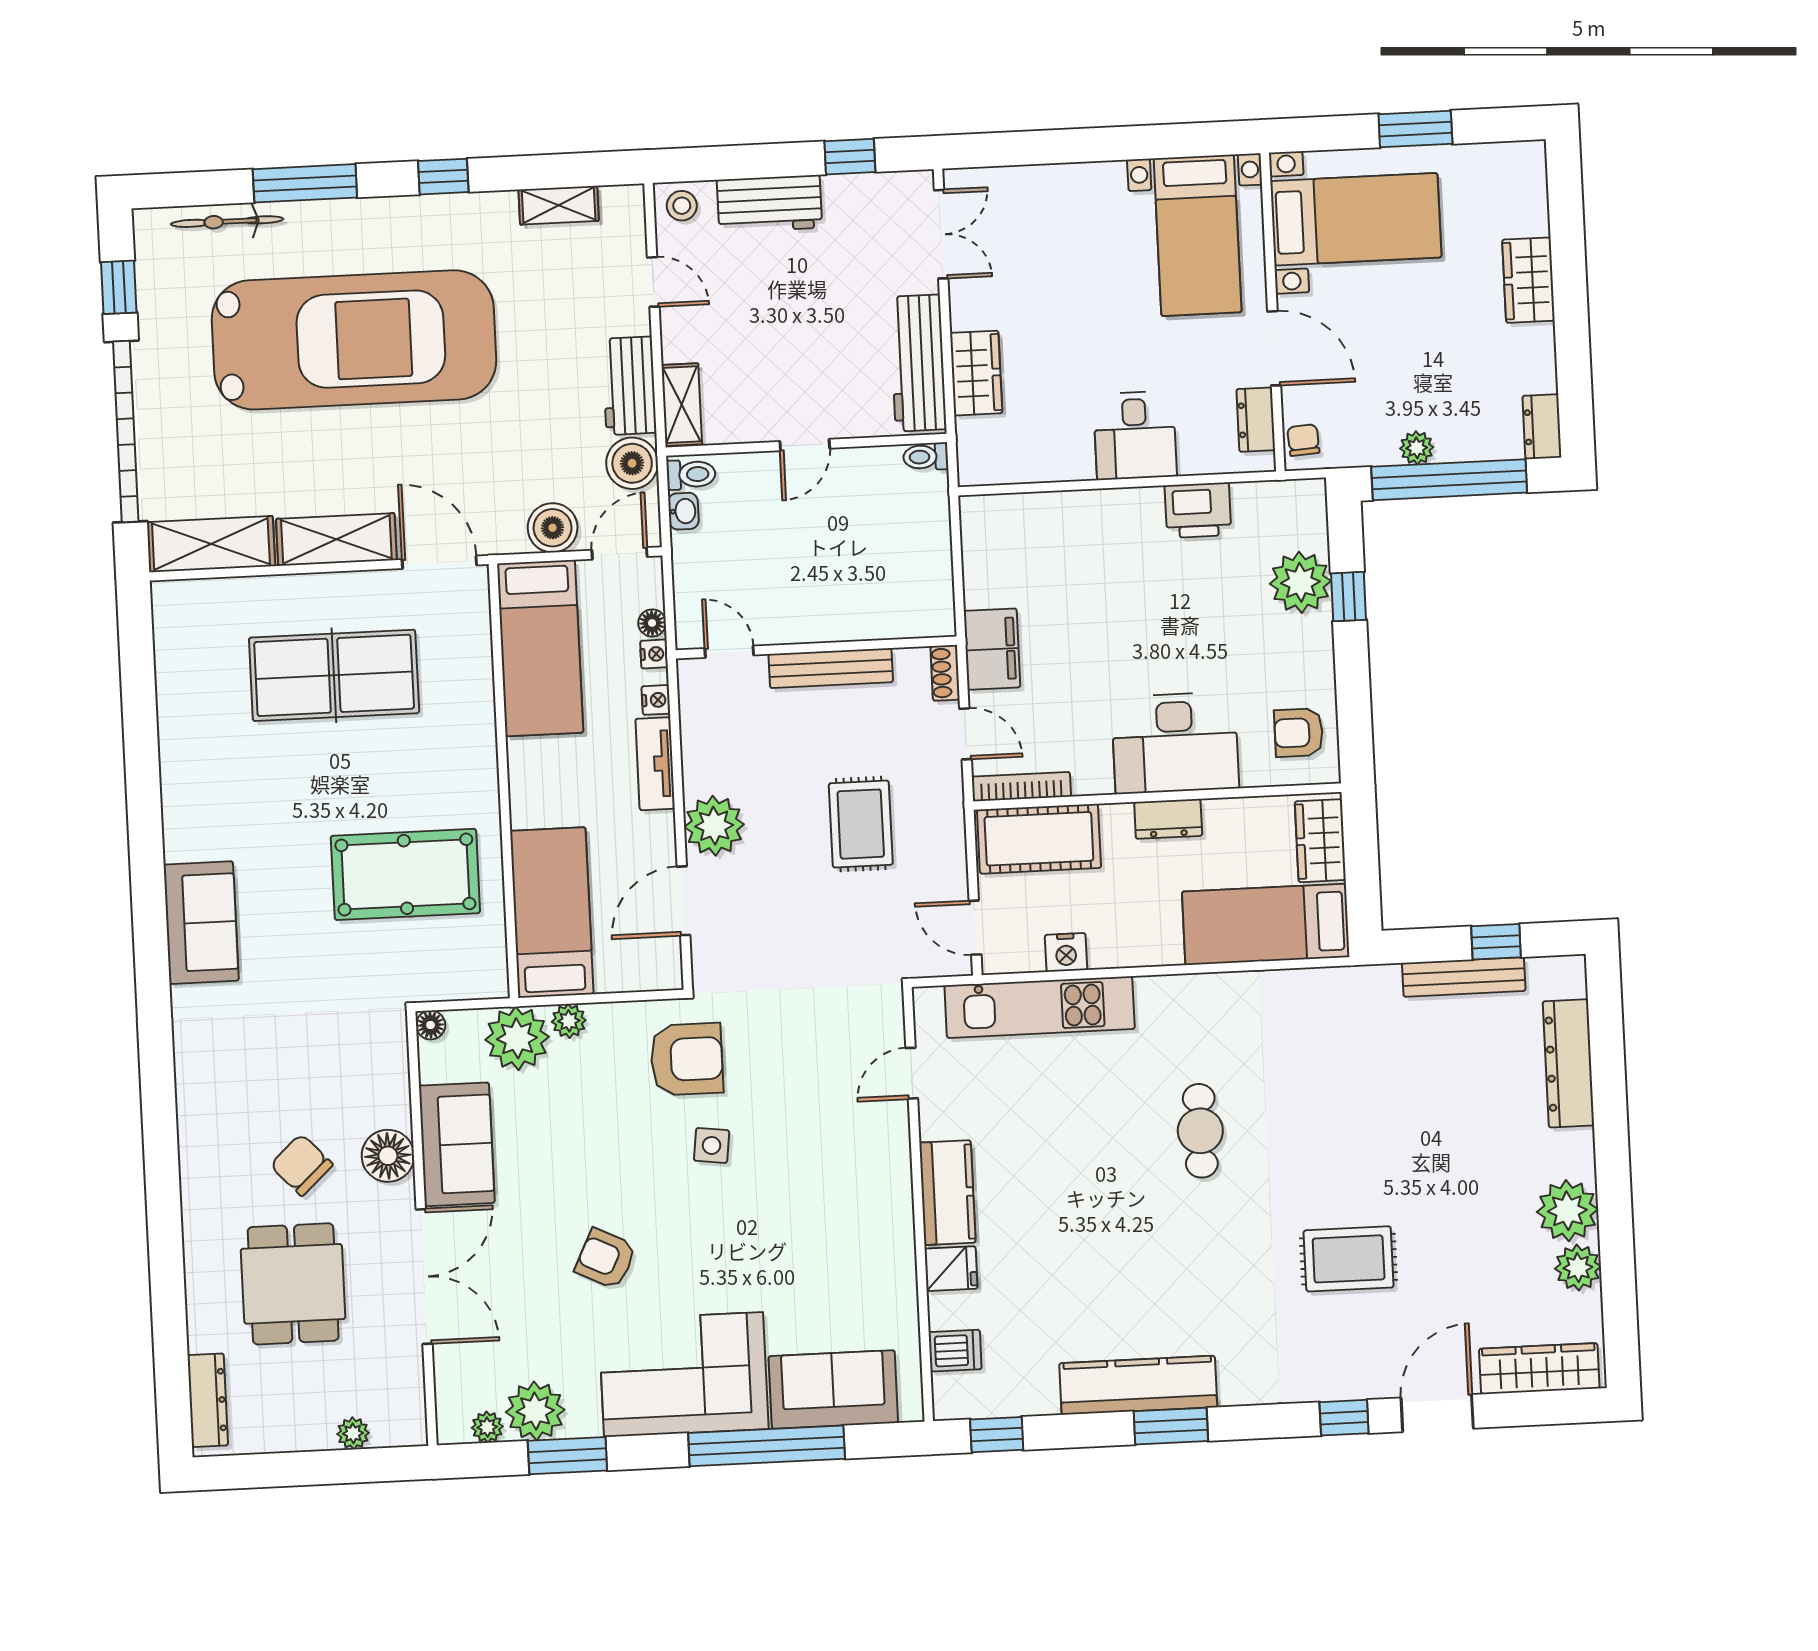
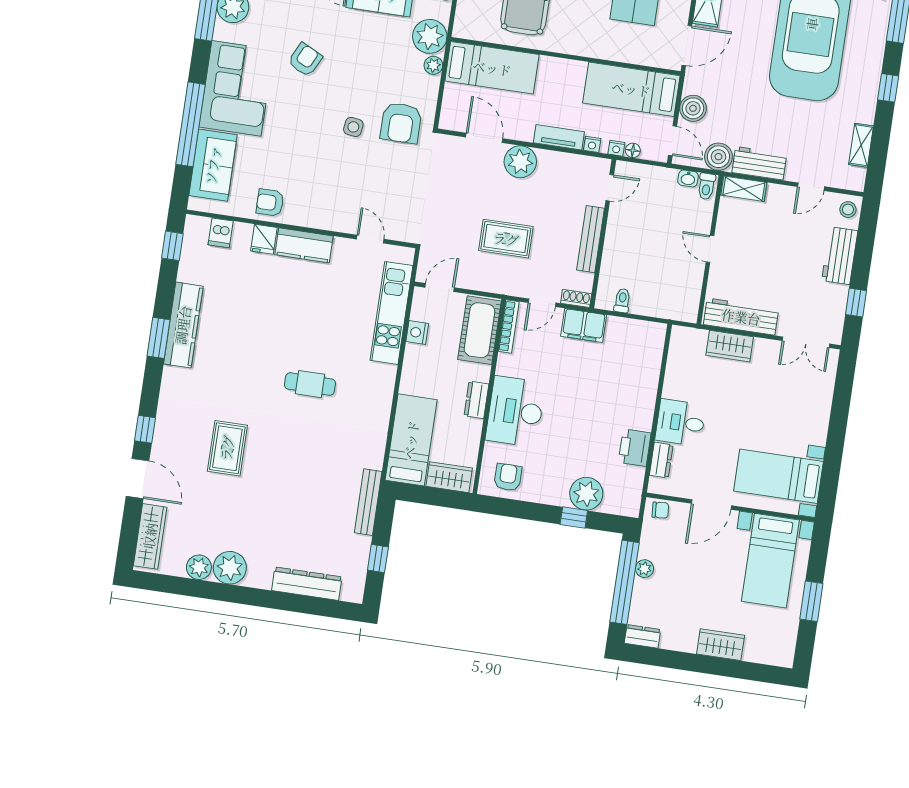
dresser: (1256, 420) -> (661, 460), moved, turned 90
toilet: (926, 457) -> (622, 301), moved
bench: (1464, 977) -> (368, 502), moved
armchair: (881, 1271) -> (270, 203), added

